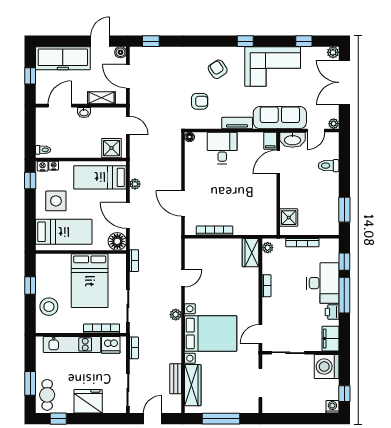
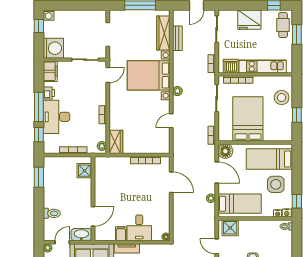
filing cabinet: (270, 141) -> (121, 234), moved

